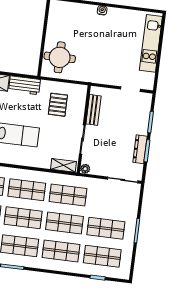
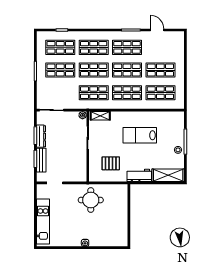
round table: (60, 57) -> (91, 200), moved
pallet: (58, 105) -> (111, 163), turned 90
bench: (94, 110) -> (41, 160), moved

